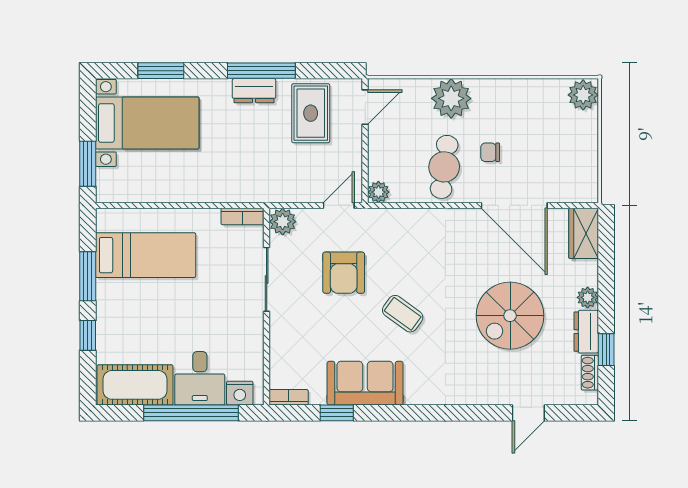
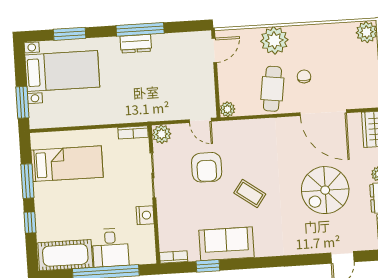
rug: (311, 113) -> (176, 57), removed
chair: (490, 152) -> (304, 76), turned 90
door: (339, 205) -> (200, 120), swing flipped
nightstand: (240, 393) -> (145, 215), moved, turned -90

